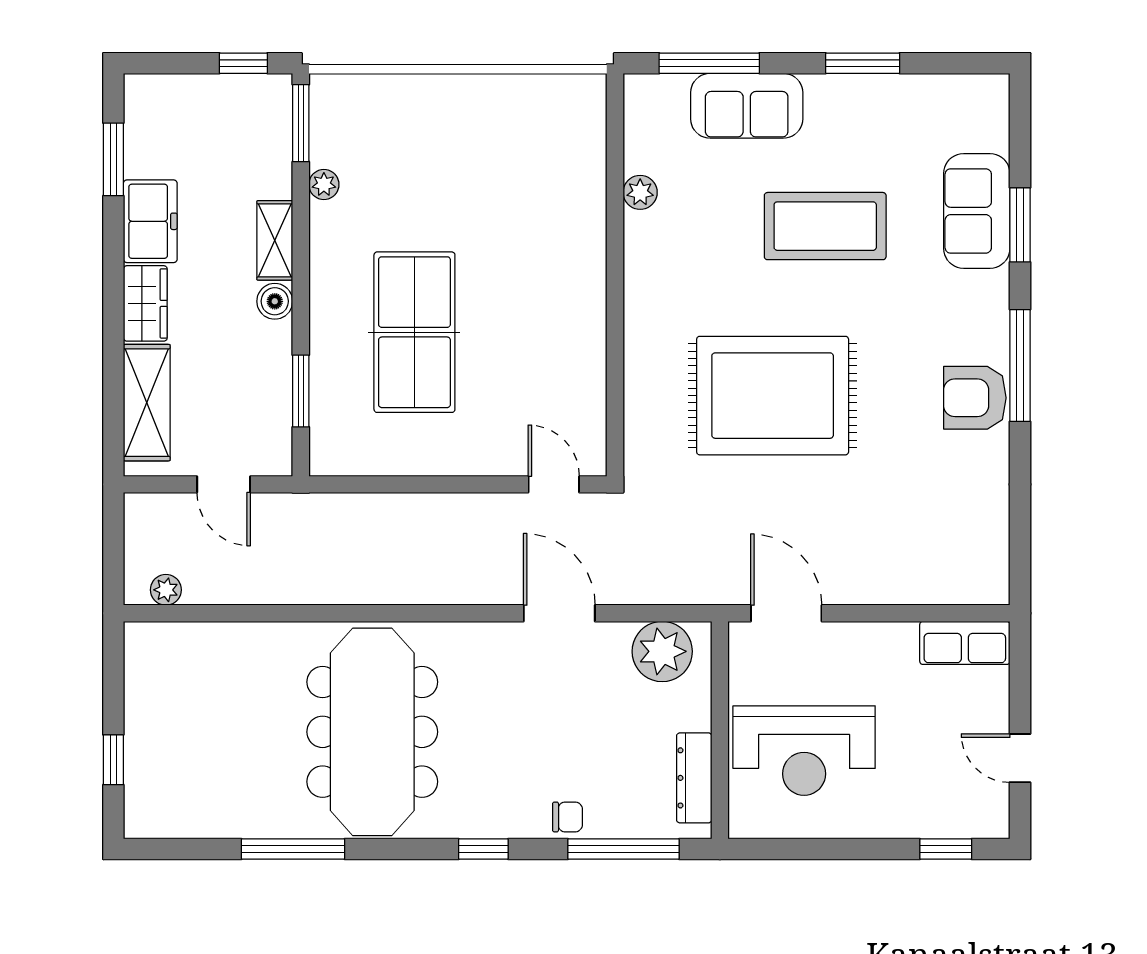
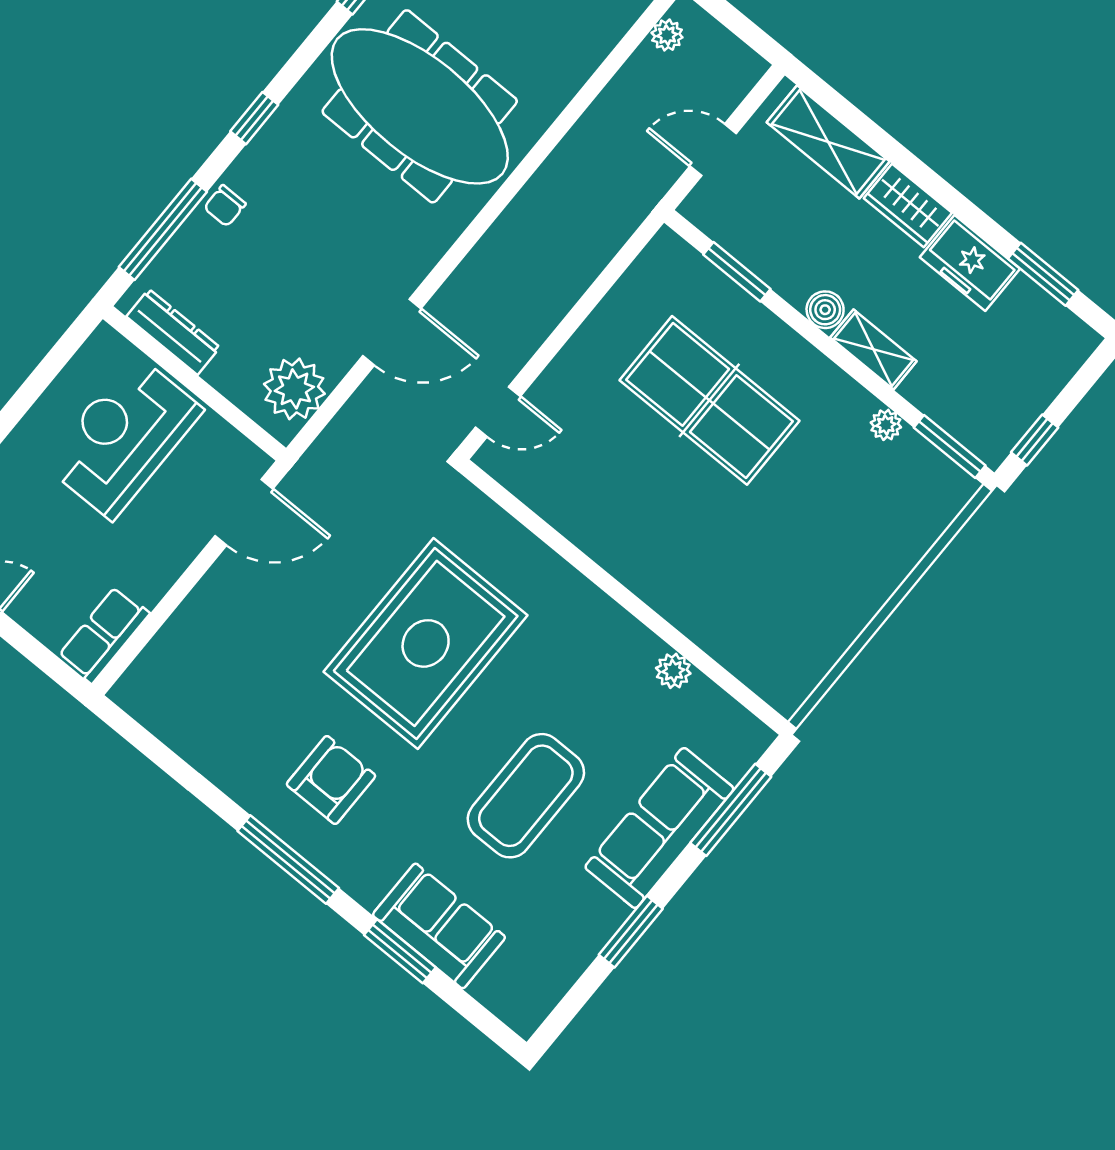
sofa: (747, 106) -> (659, 828), width x1.36
armchair: (975, 398) -> (331, 780), moved

